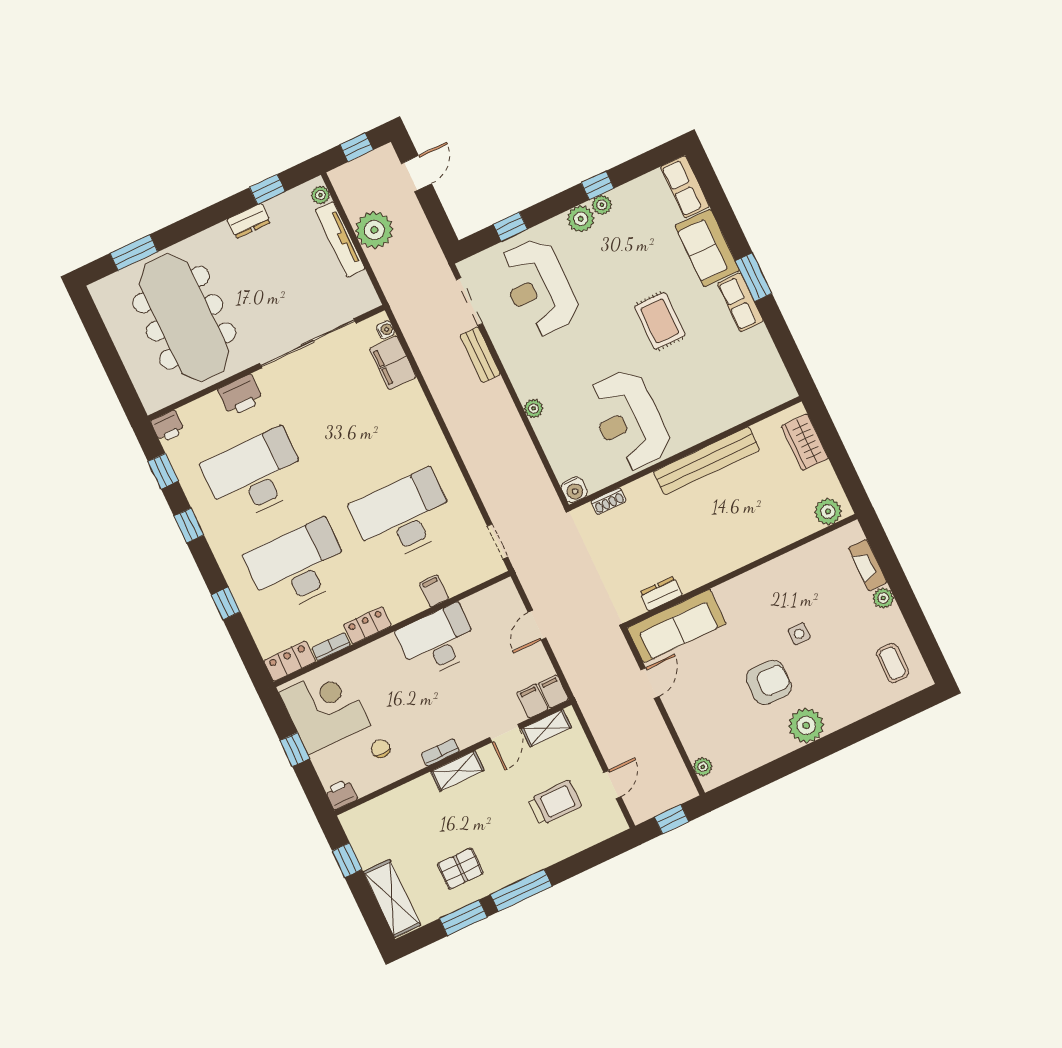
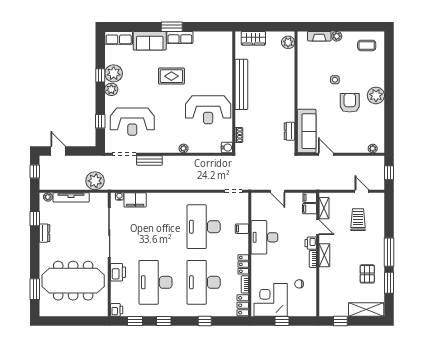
plant: (602, 205) -> (114, 73), width x1.87, depth x1.87
plant: (374, 230) -> (95, 181), moved
printer: (341, 794) -> (311, 243), moved

